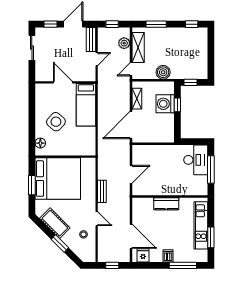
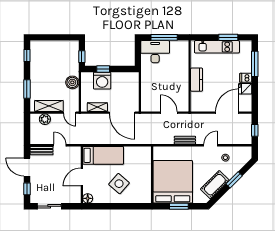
window: (112, 24) -> (27, 131), removed
floor lamp: (40, 143) -> (88, 198), moved
fridge: (143, 255) -> (245, 89), moved

